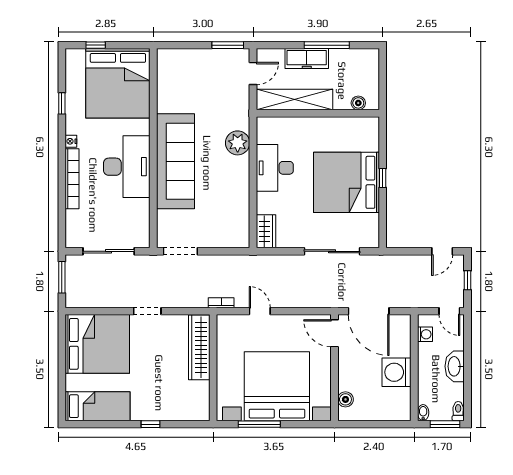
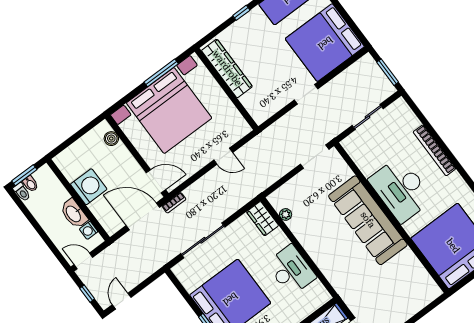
nightstand: (71, 141) -> (456, 177), removed
plant: (238, 143) -> (286, 214), moved, width x0.53, depth x0.53
sliding door: (109, 251) -> (368, 117), width x0.73
bookcase: (221, 303) -> (174, 203), moved
wardrobe: (199, 347) -> (227, 68), moved
washbasin: (455, 366) -> (74, 214), moved, turned 180
bidet: (423, 413) -> (30, 184), moved

